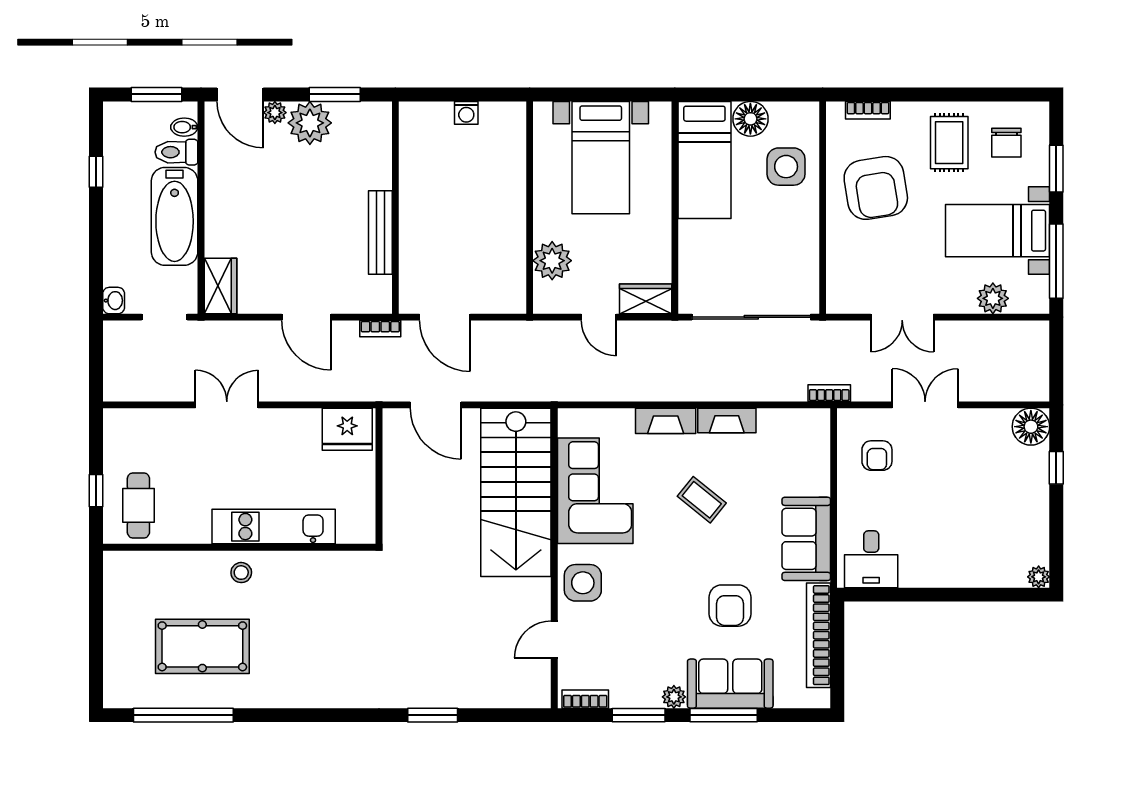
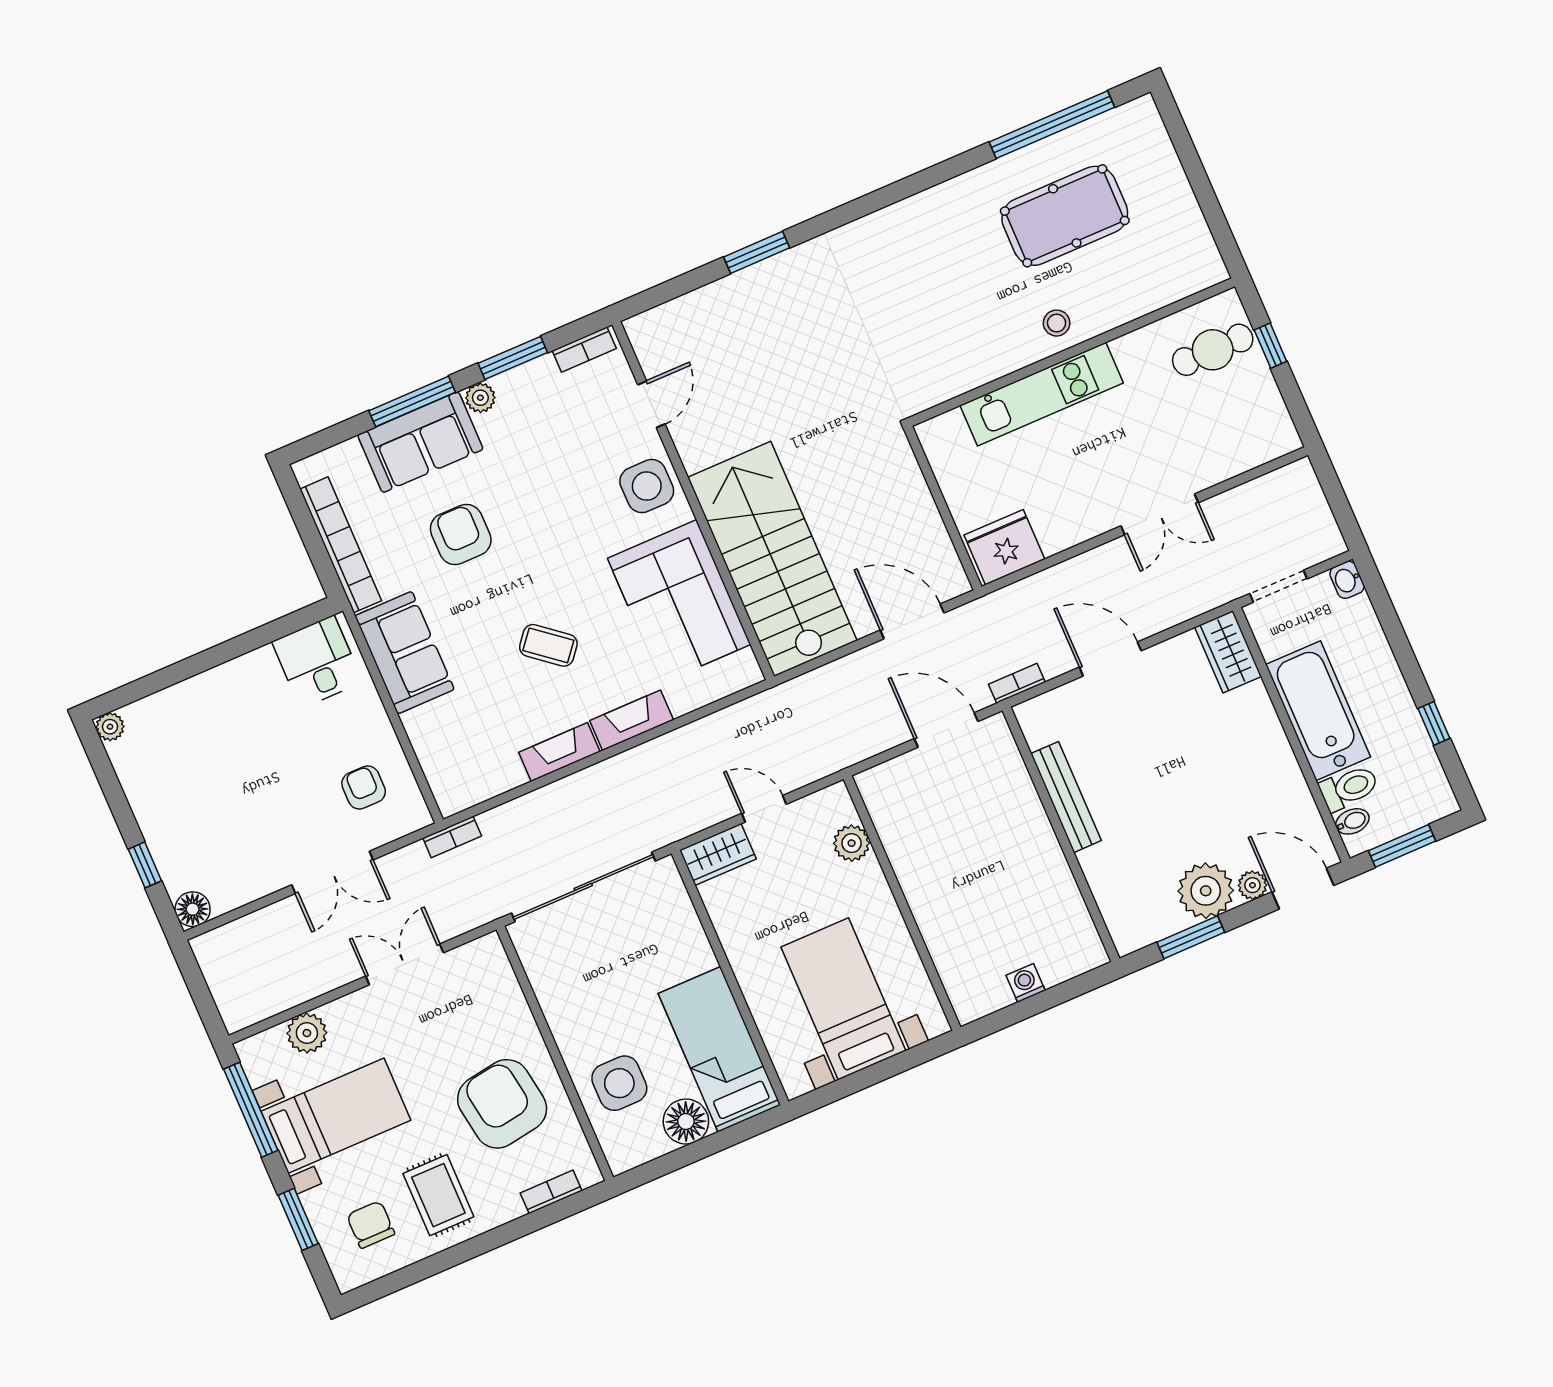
plant: (552, 261) -> (852, 843), width x0.73, depth x0.73
floor lamp: (1031, 427) -> (193, 909), width x0.73, depth x0.73
cafe table: (138, 505) -> (1213, 350), turned 90

